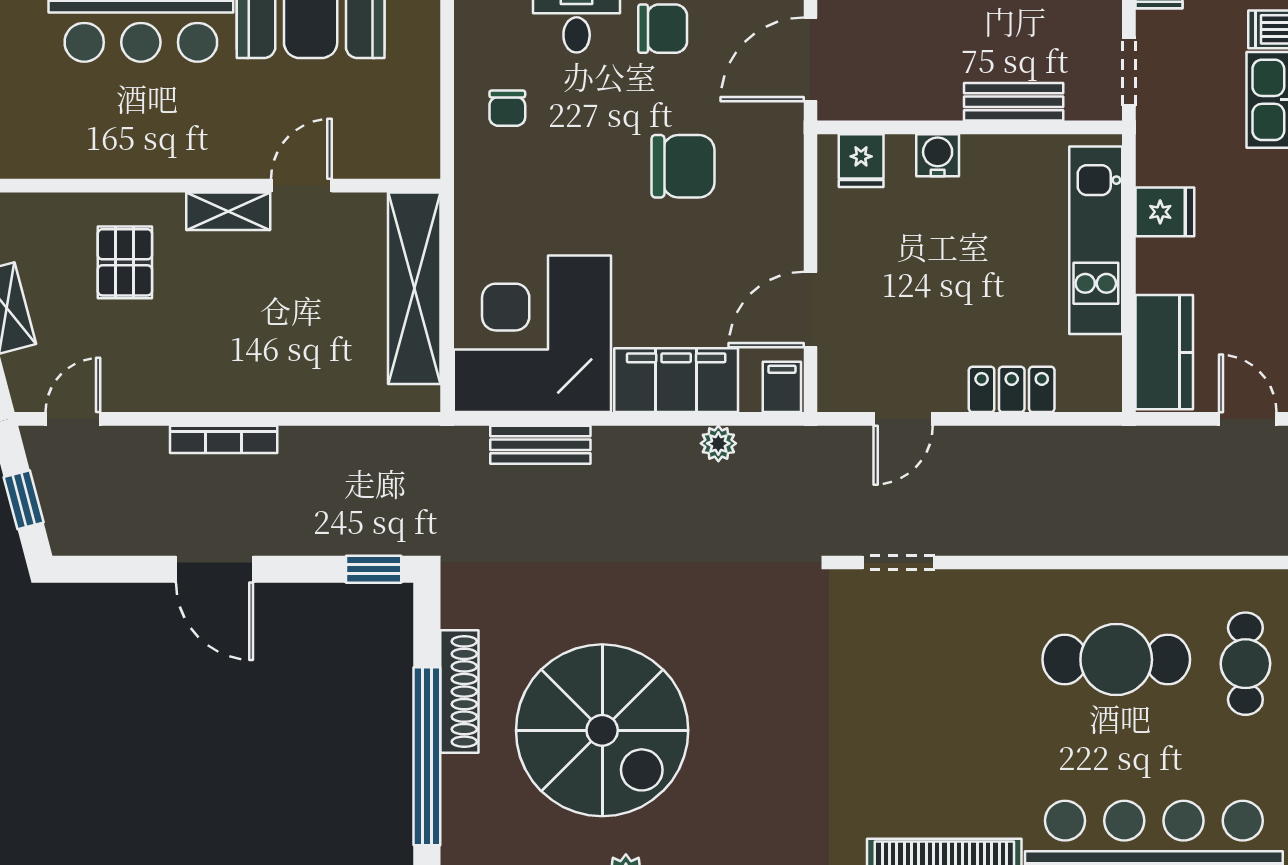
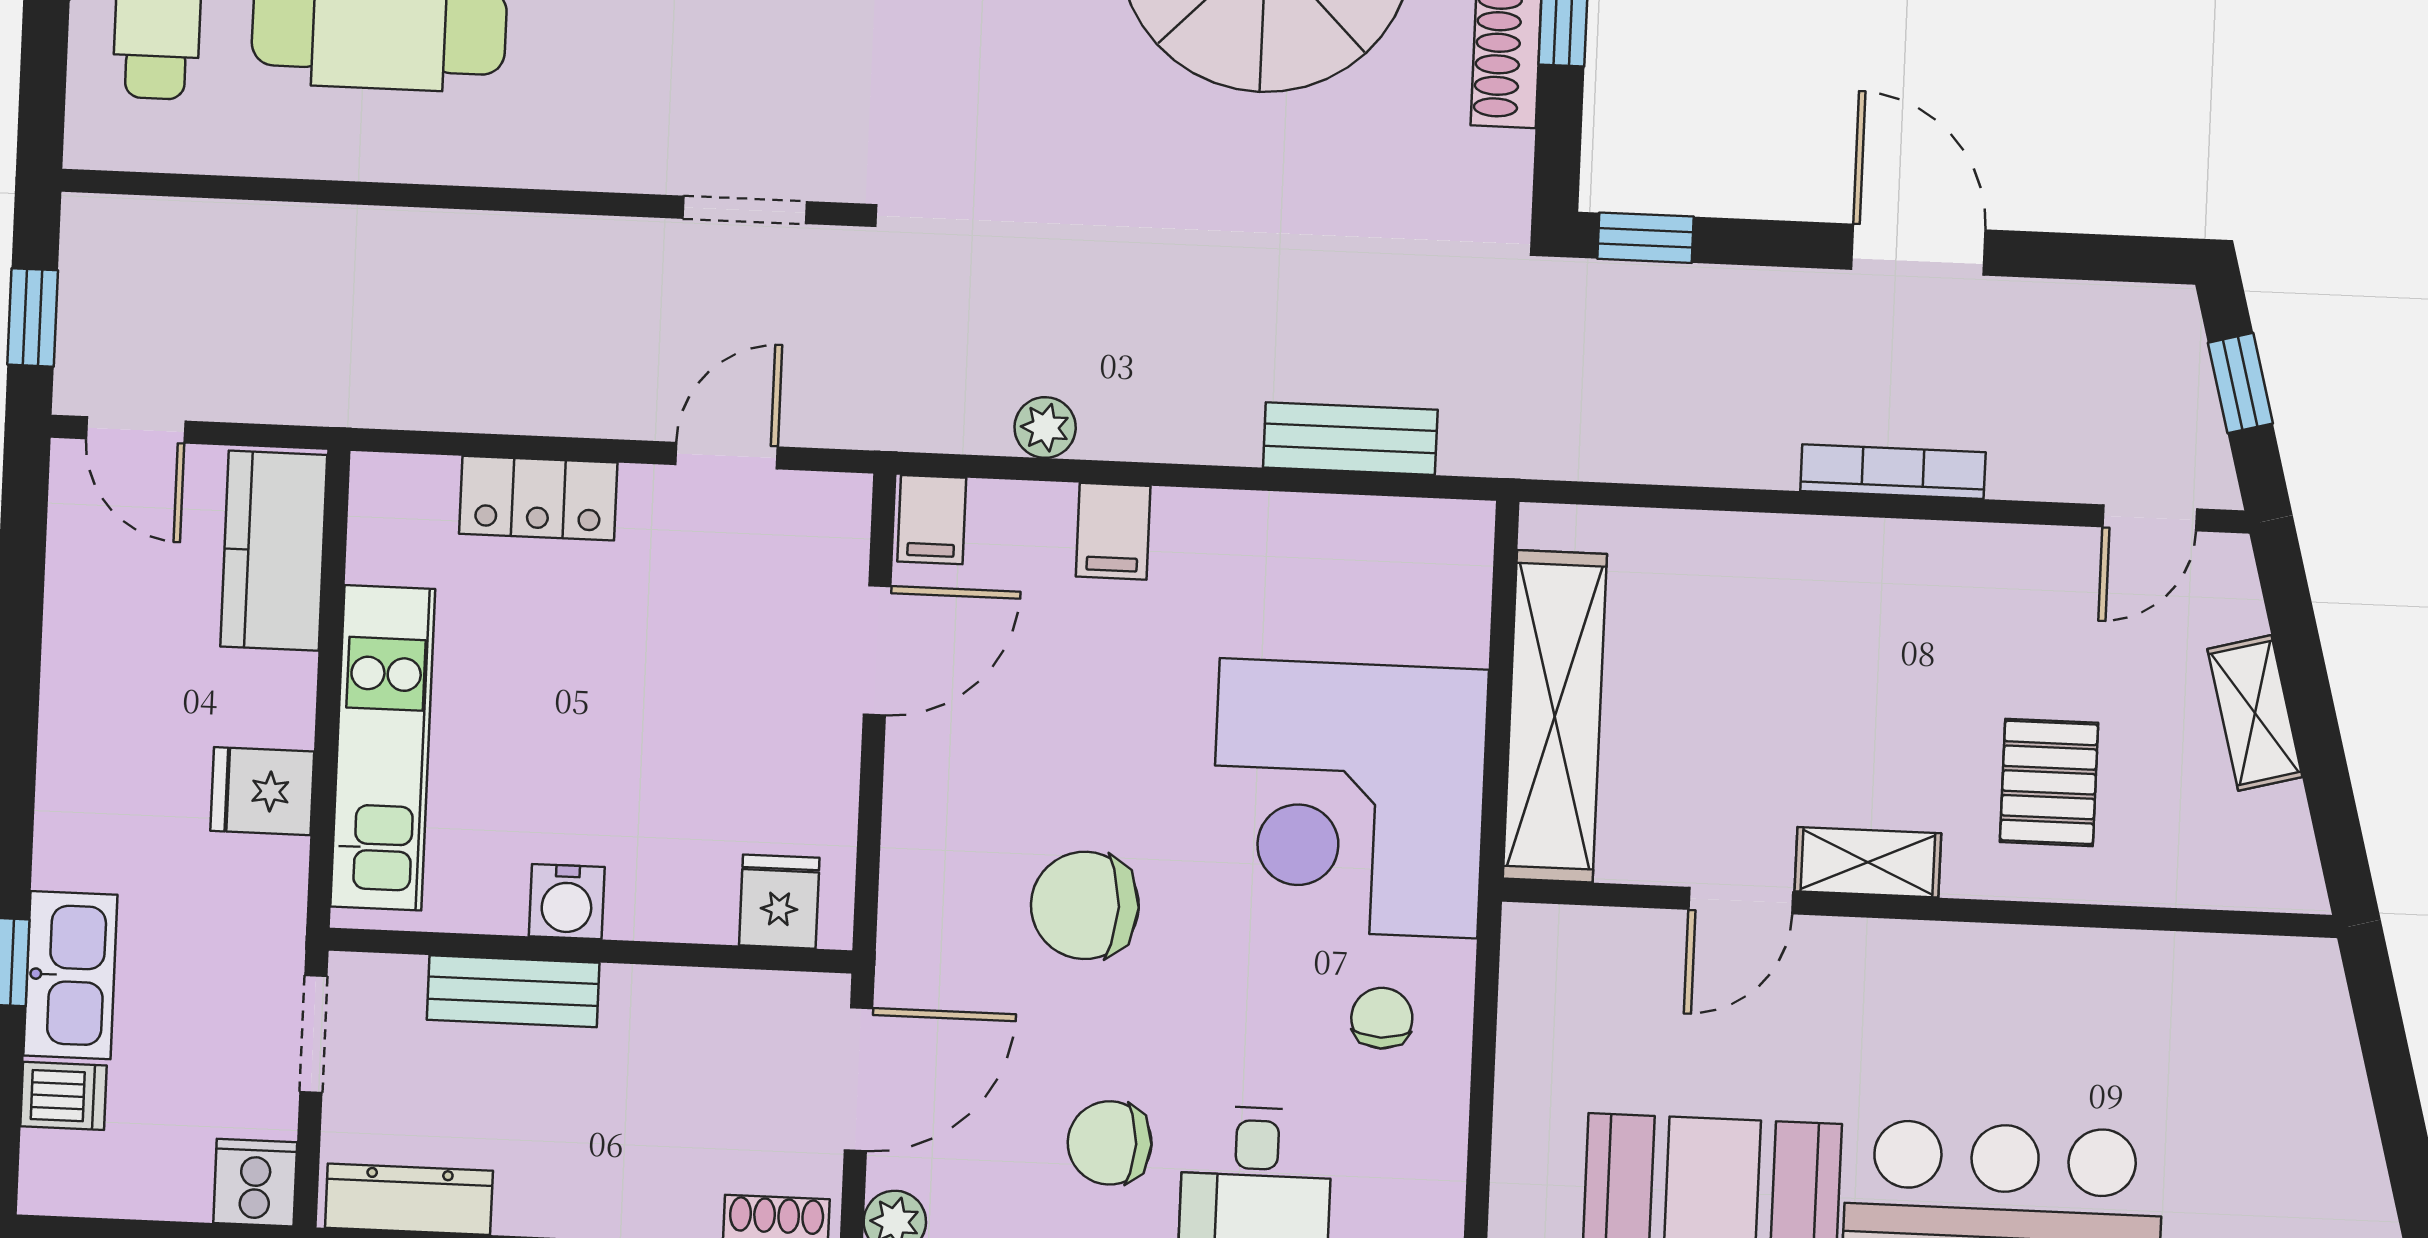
water cooler: (938, 155) -> (567, 902), moved
corner desk: (532, 334) -> (1348, 798), moved, turned 90
filing cabinet: (676, 380) -> (1113, 531), width x0.33, depth x0.86

